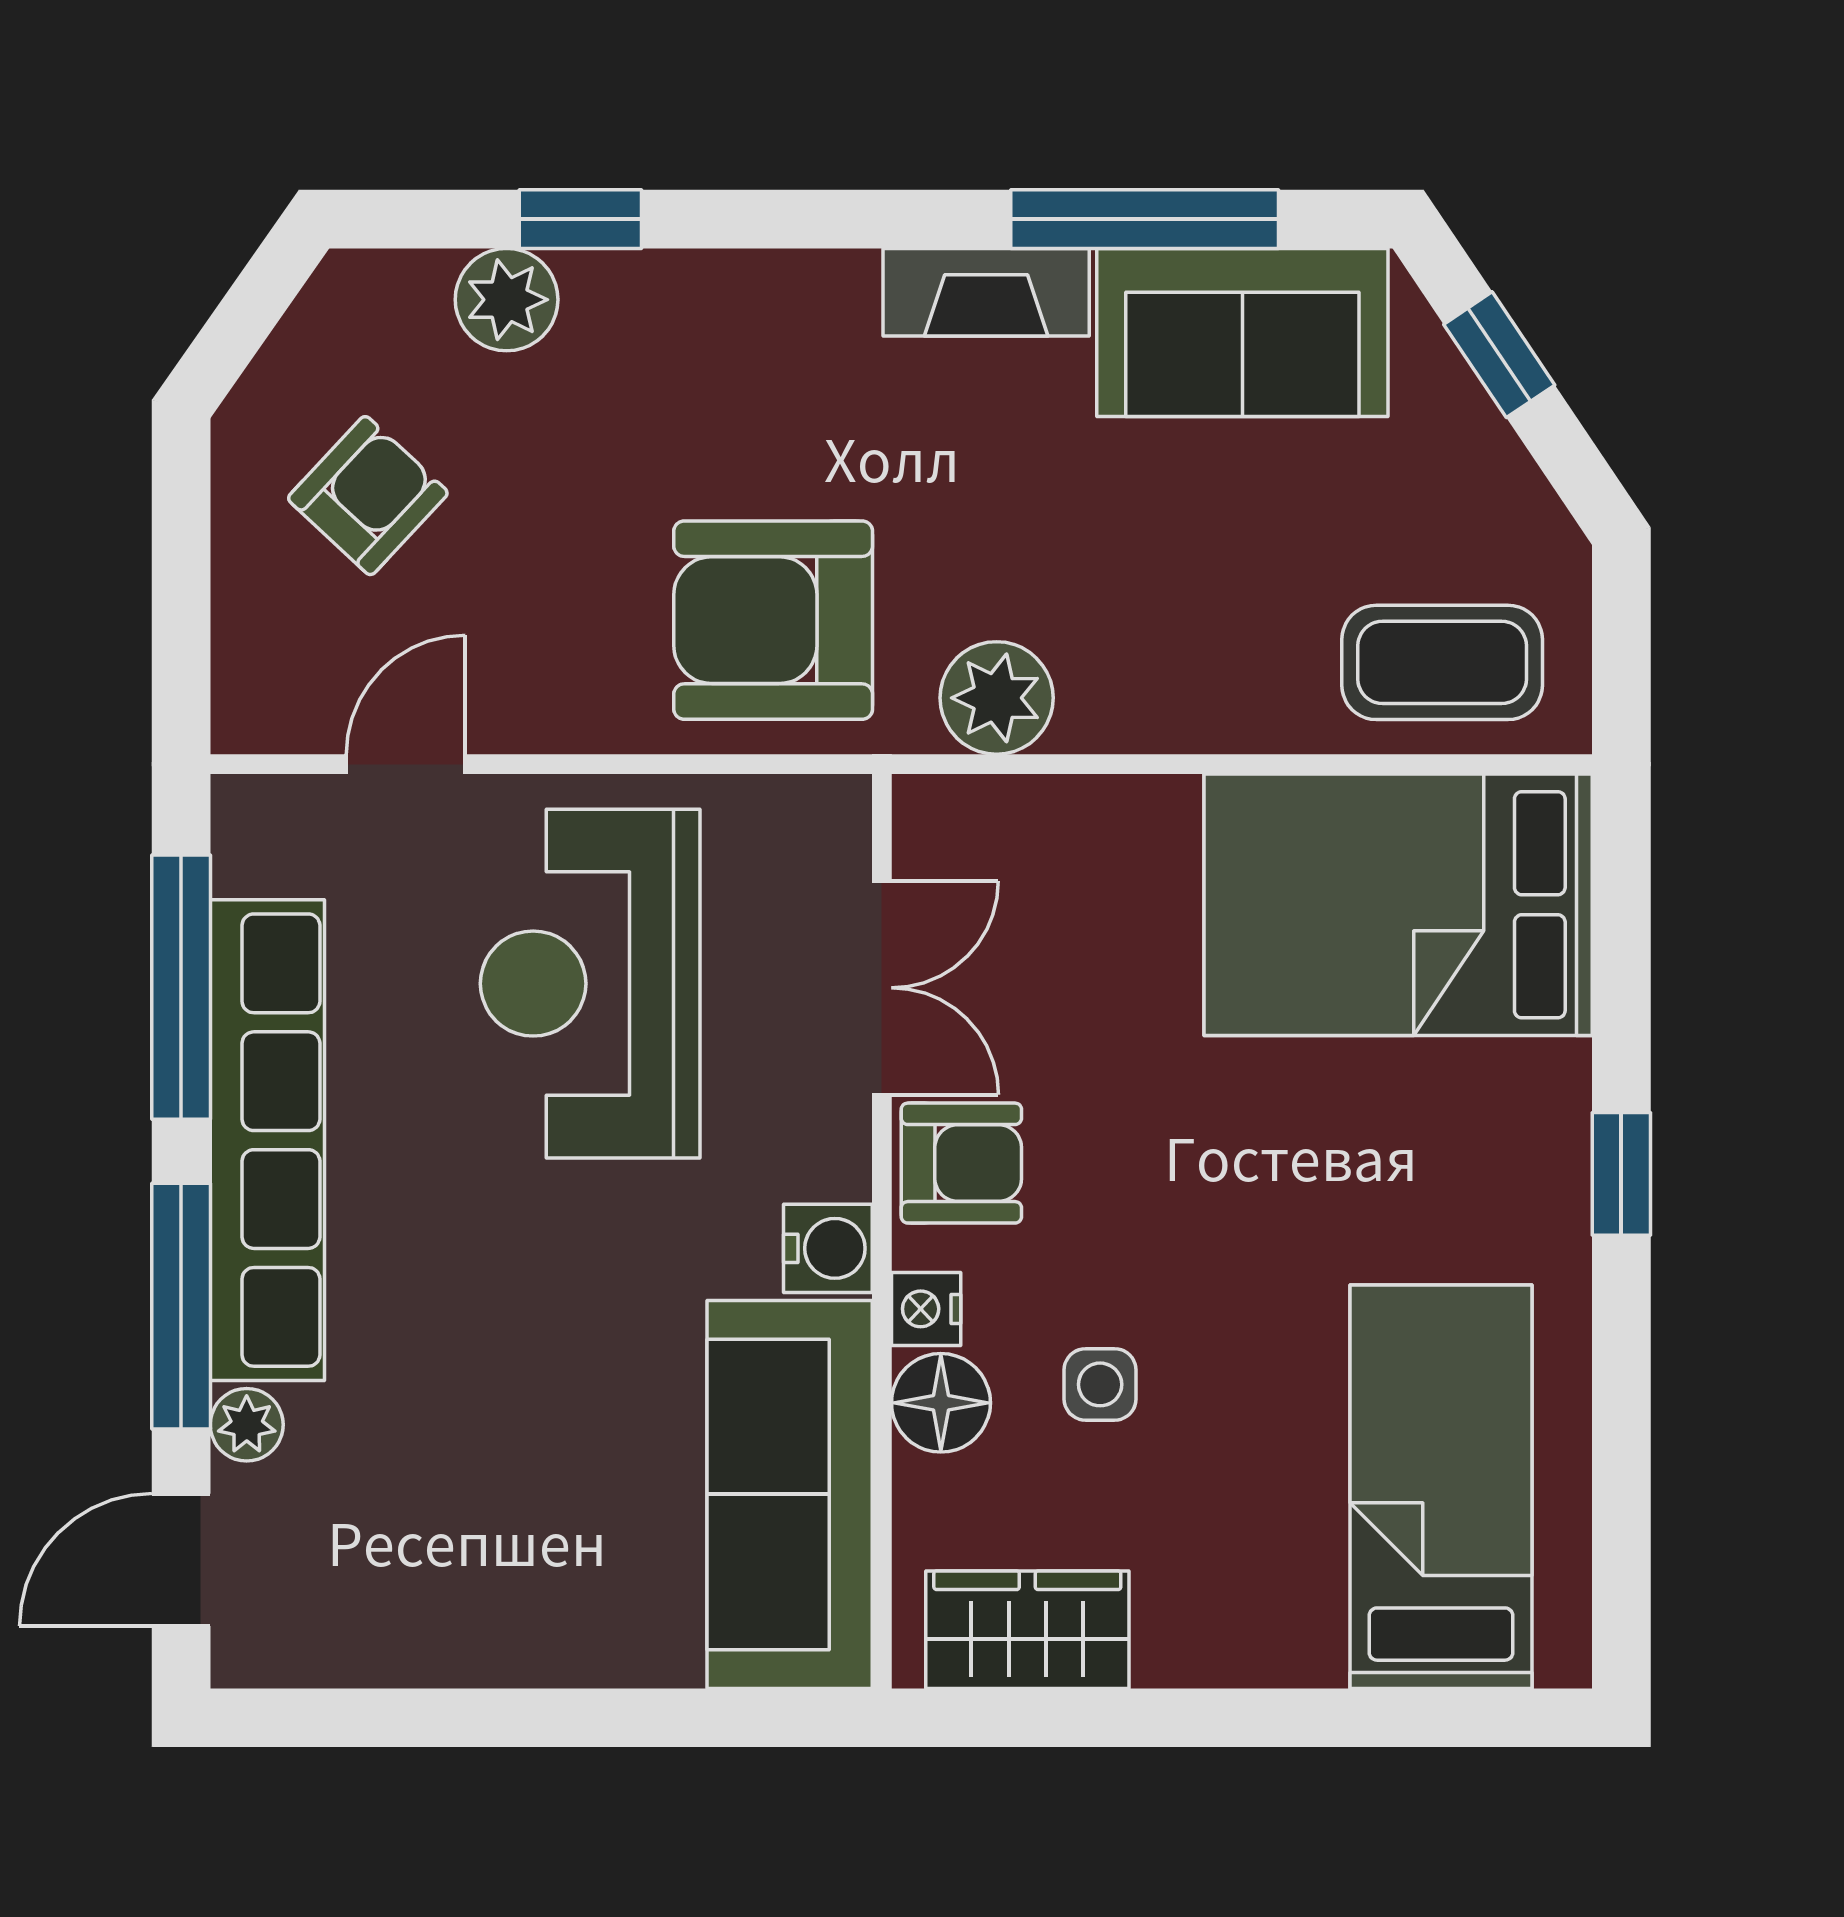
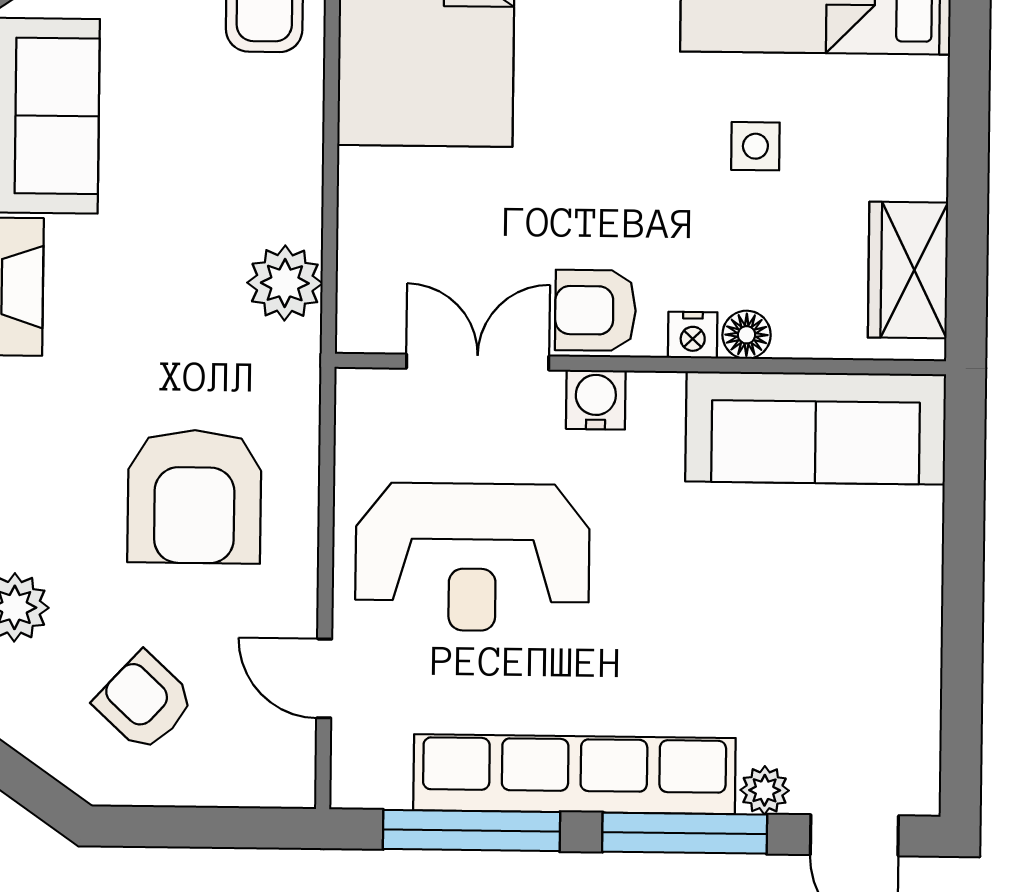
armchair: (773, 620) -> (194, 497), moved
armchair: (961, 1163) -> (595, 310), turned -90
water cooler: (828, 1248) -> (596, 400), moved
side table: (1100, 1384) -> (755, 146), moved
floor lamp: (941, 1403) -> (747, 335), width x0.73, depth x0.73

